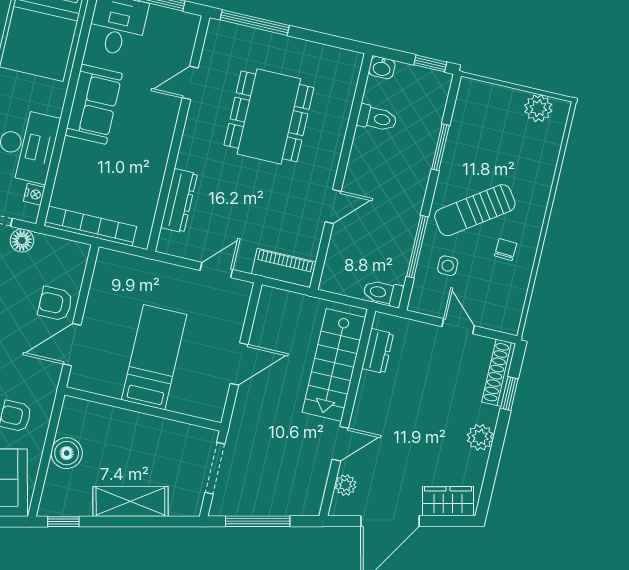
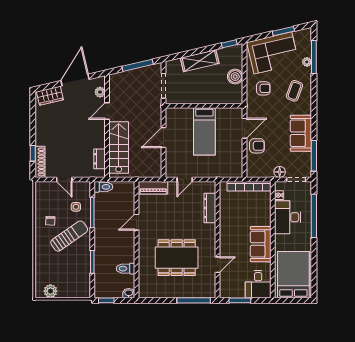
dining table: (269, 116) -> (177, 258), turned 90
plant: (480, 437) -> (42, 129), removed

